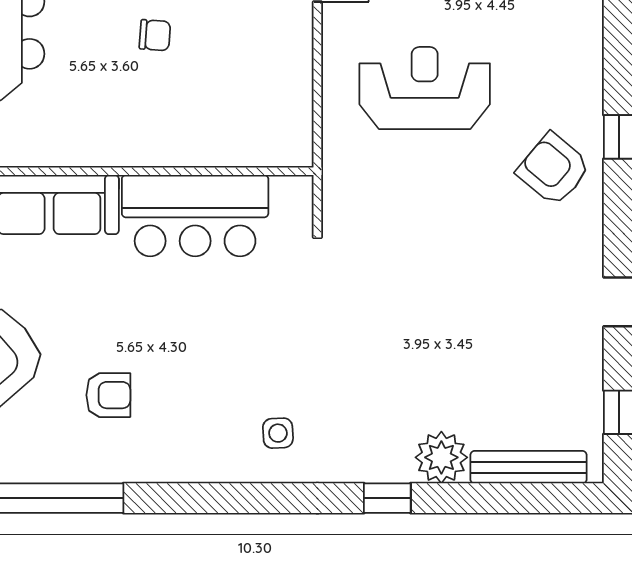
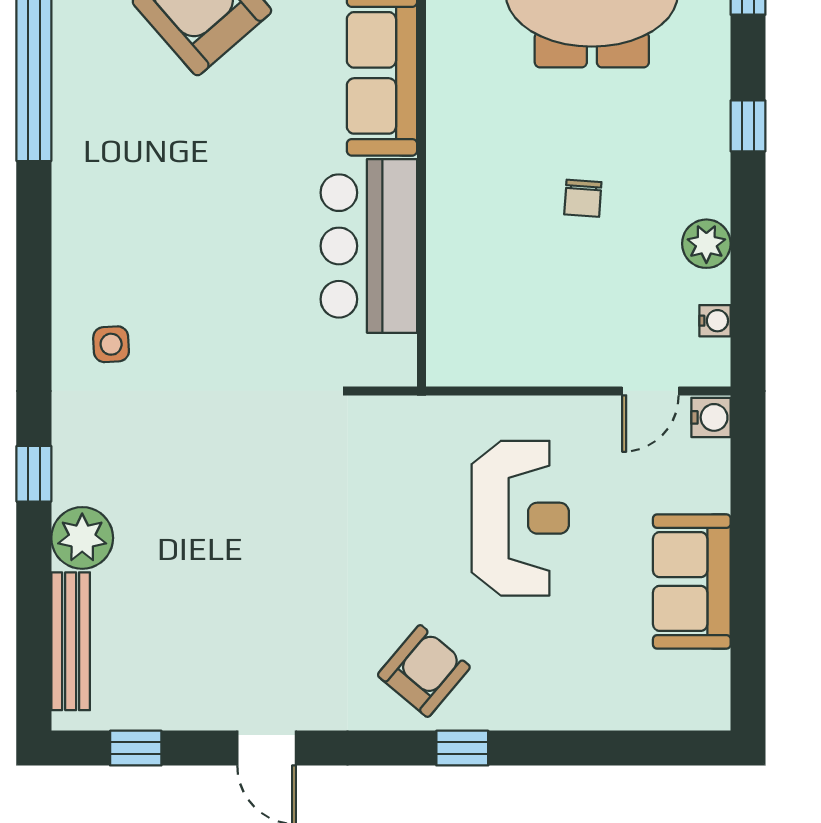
armchair: (108, 395) -> (156, 143), removed

